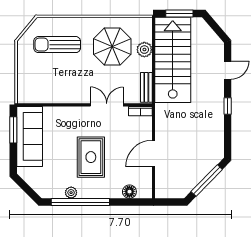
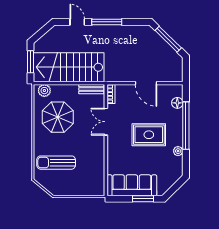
sun lounger: (57, 45) -> (56, 163), turned 90
plant: (144, 50) -> (44, 91), moved
window: (228, 106) -> (107, 22), width x2.17
window: (13, 130) -> (143, 199), moved
window: (80, 202) -> (186, 126), moved

